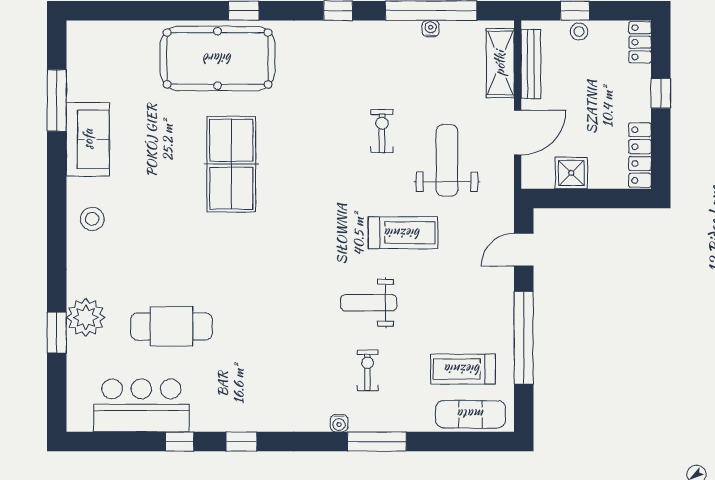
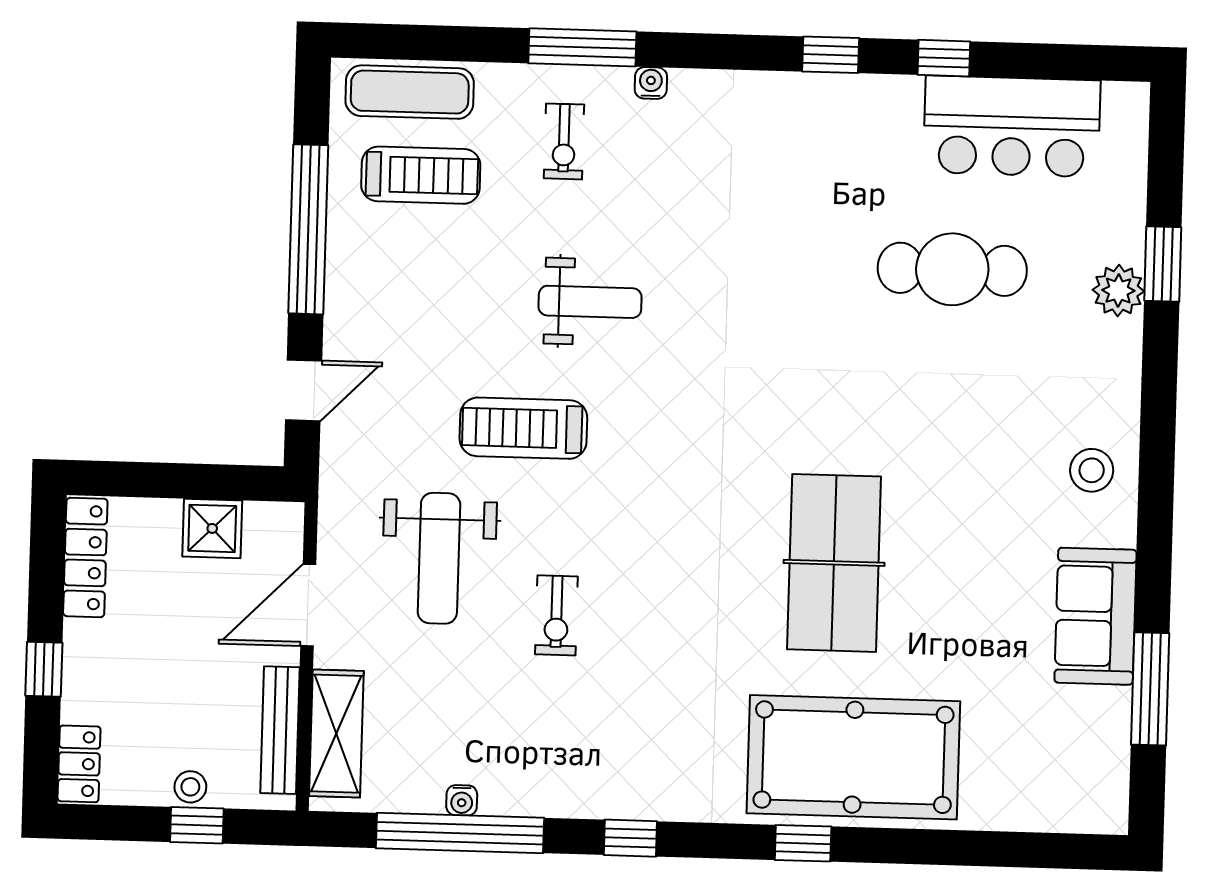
plant: (86, 317) -> (1118, 290), width x0.73, depth x0.73
exercise bike: (368, 370) -> (564, 141), moved

